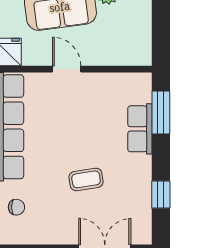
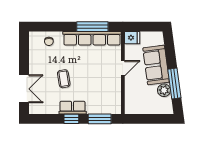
row of seats: (140, 129) -> (73, 108), moved
window: (161, 195) -> (71, 119), moved

